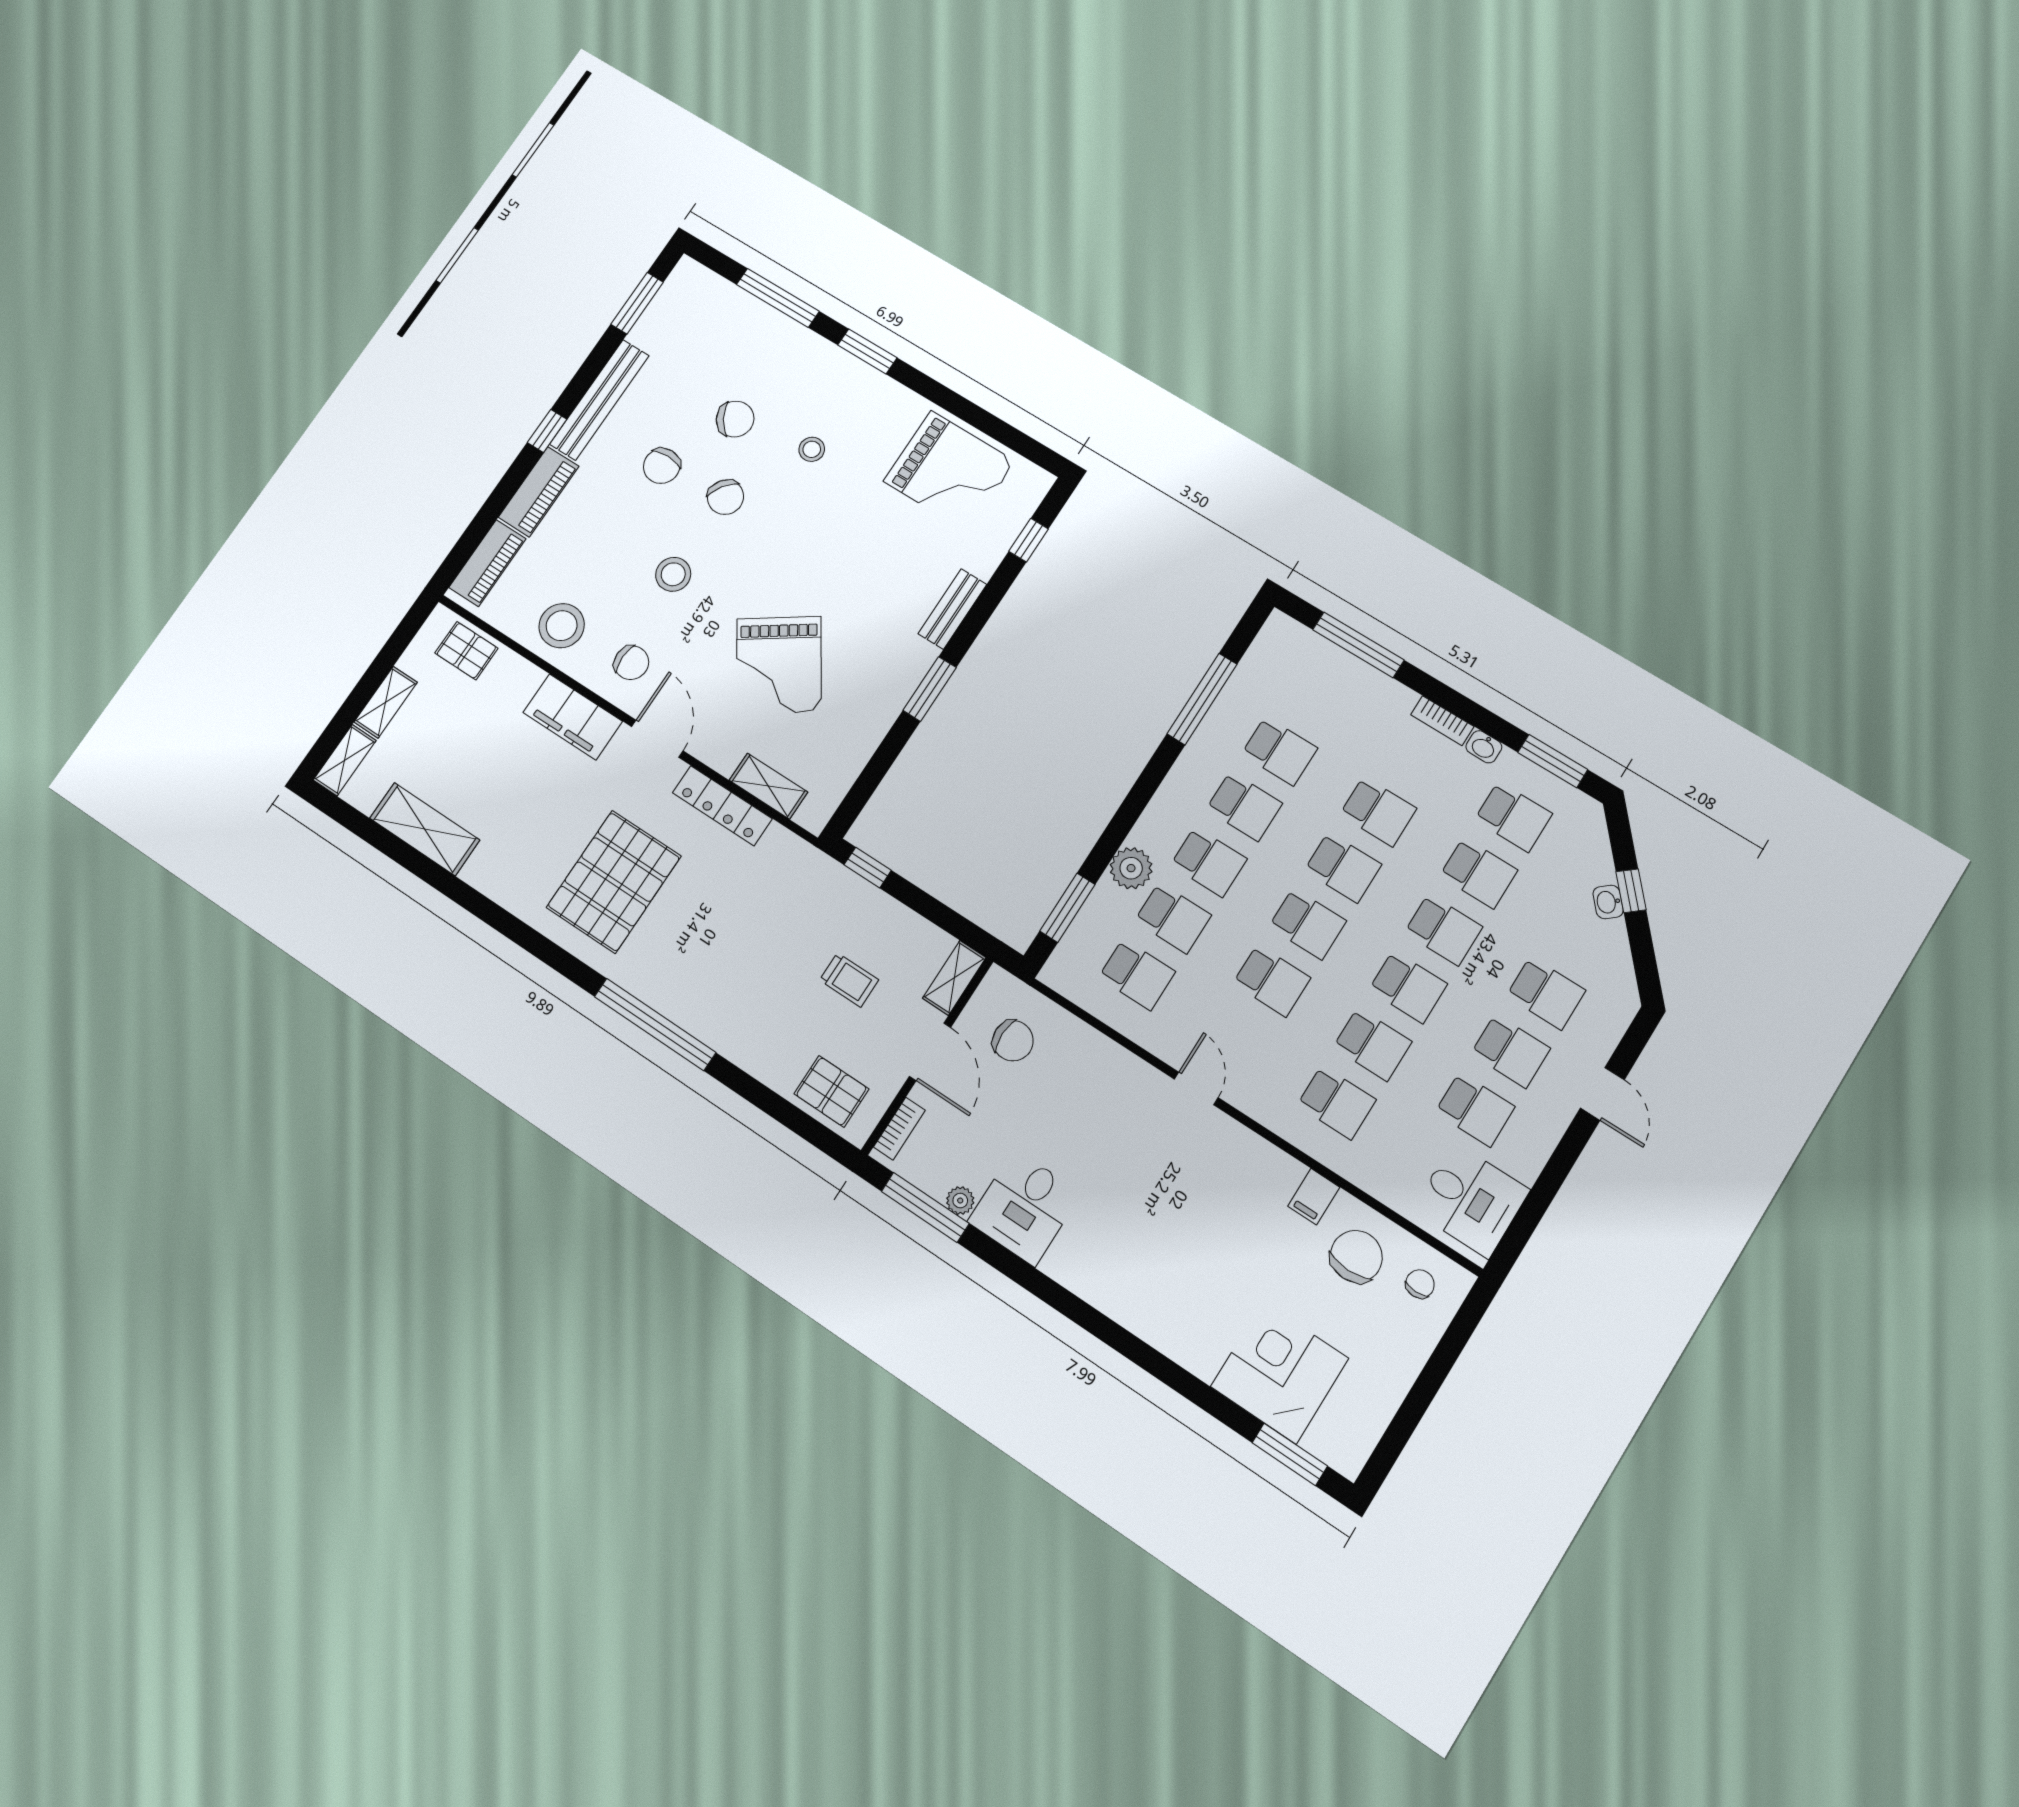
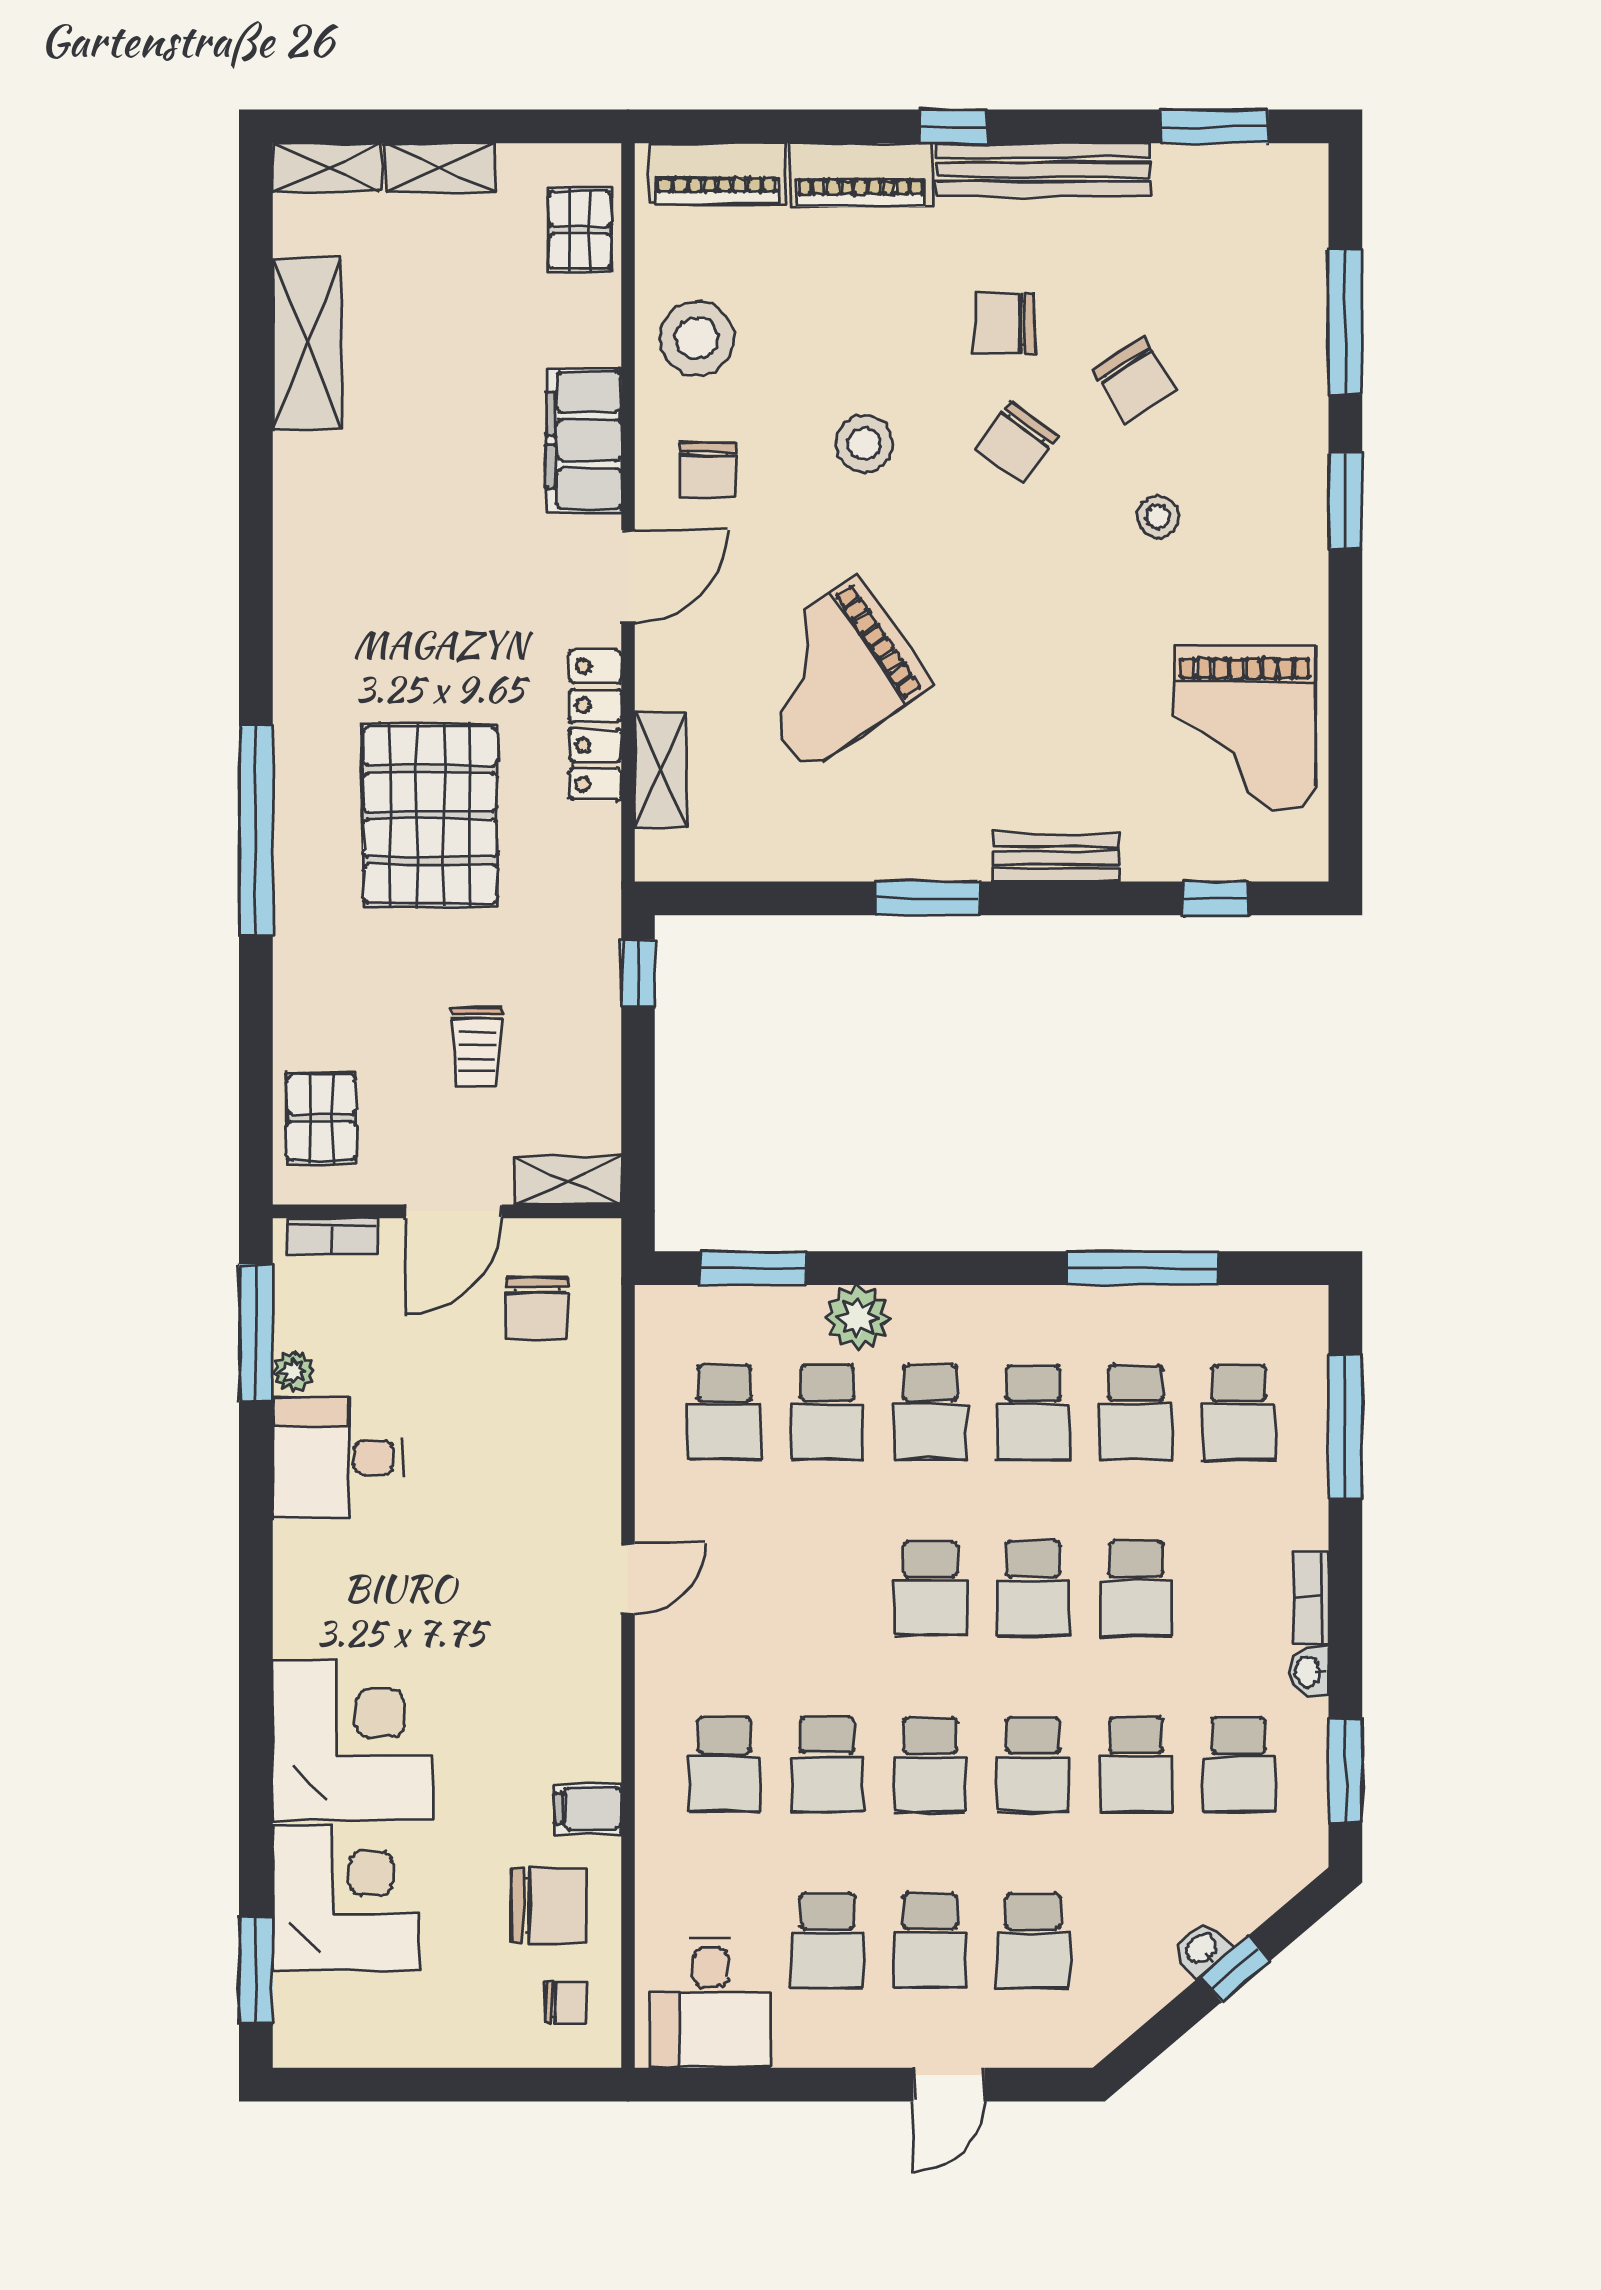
pallet: (614, 882) -> (430, 815), moved, turned 90
school desk: (1272, 981) -> (1239, 1412), moved
corner desk: (1190, 1307) -> (353, 1740), added

